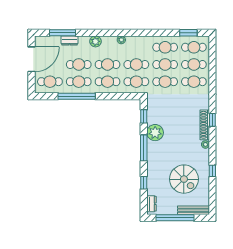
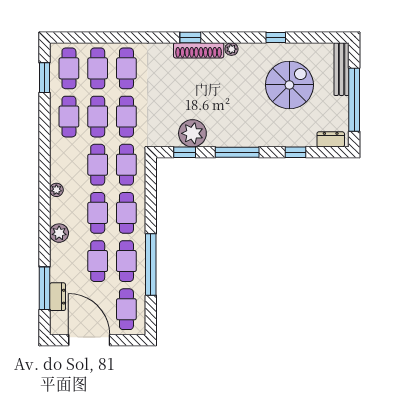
dresser: (69, 41) -> (58, 297), moved
plant: (155, 133) -> (192, 133), moved

